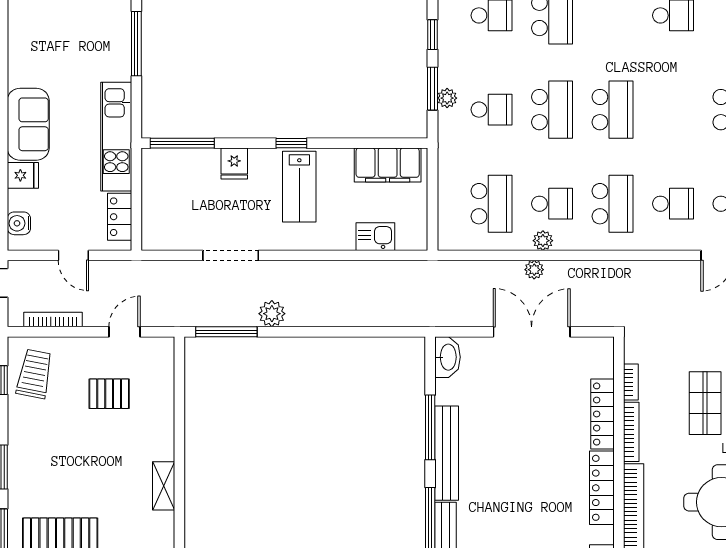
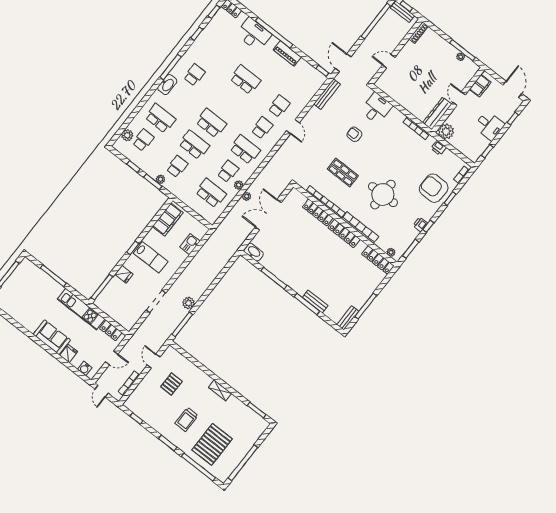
trolley: (34, 374) -> (187, 419), moved, turned -101
bench: (447, 453) -> (288, 279), removed

